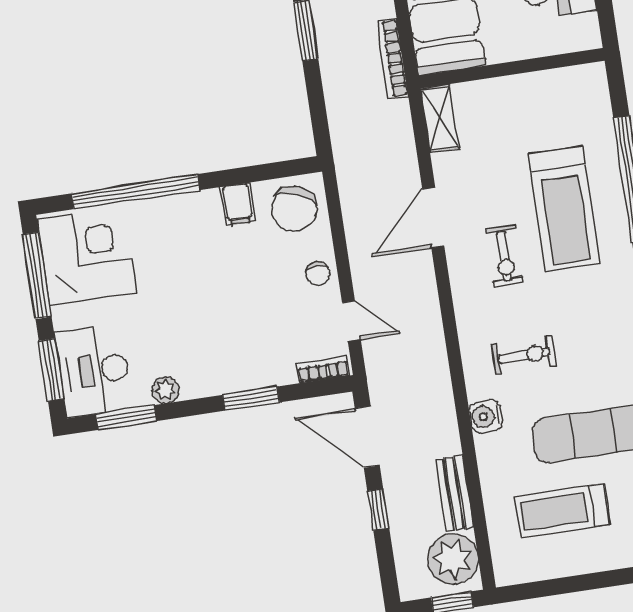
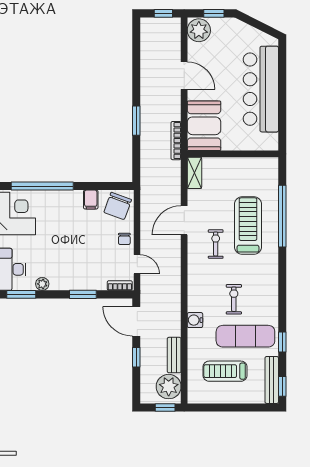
treadmill: (564, 209) -> (248, 225), turned 180
exercise bike: (504, 256) -> (216, 244), turned 180
exercise bike: (524, 355) -> (234, 299), moved, turned -90

